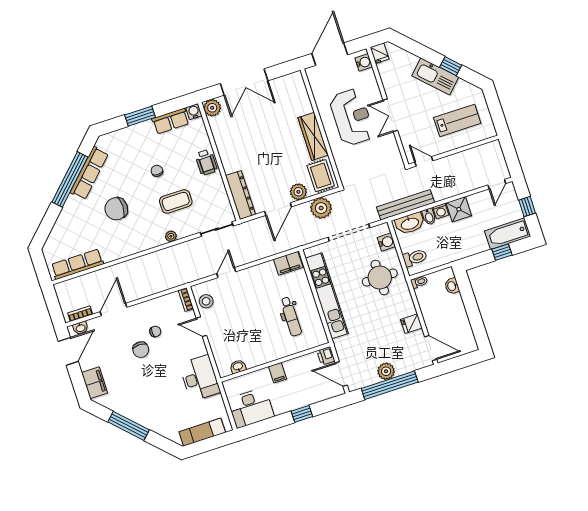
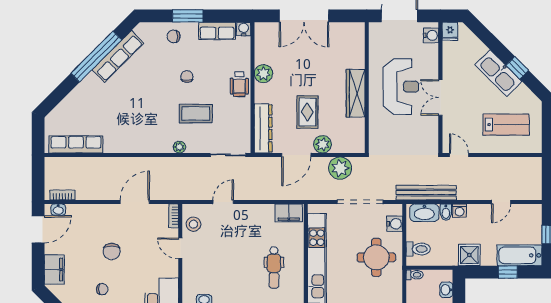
plant: (212, 108) -> (263, 74), moved
rug: (321, 176) -> (307, 112), moved
door: (497, 184) -> (501, 202), moved
chair: (116, 209) -> (174, 36), moved, width x0.54, depth x0.54
shower: (459, 209) -> (469, 255), moved
door: (113, 309) -> (135, 202), moved
chair: (155, 331) -> (102, 289), moved

